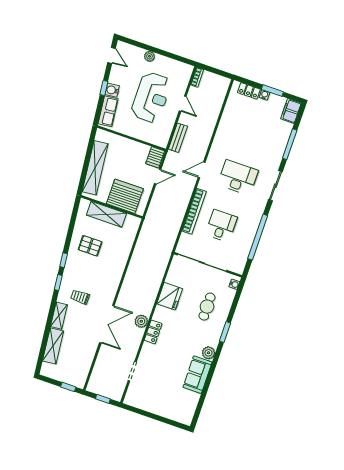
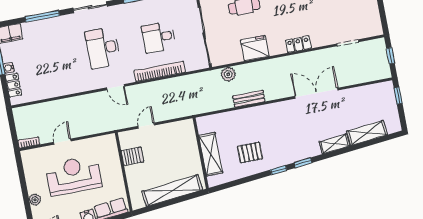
bench: (178, 138) -> (249, 99), moved
server rack: (155, 157) -> (132, 156), moved
door: (158, 177) -> (146, 126), hinge flipped
server rack: (125, 196) -> (183, 146), removed
pallet: (90, 246) -> (250, 152), turned 90
trolley: (80, 297) -> (305, 134), removed
plant: (141, 321) -> (228, 74), moved

